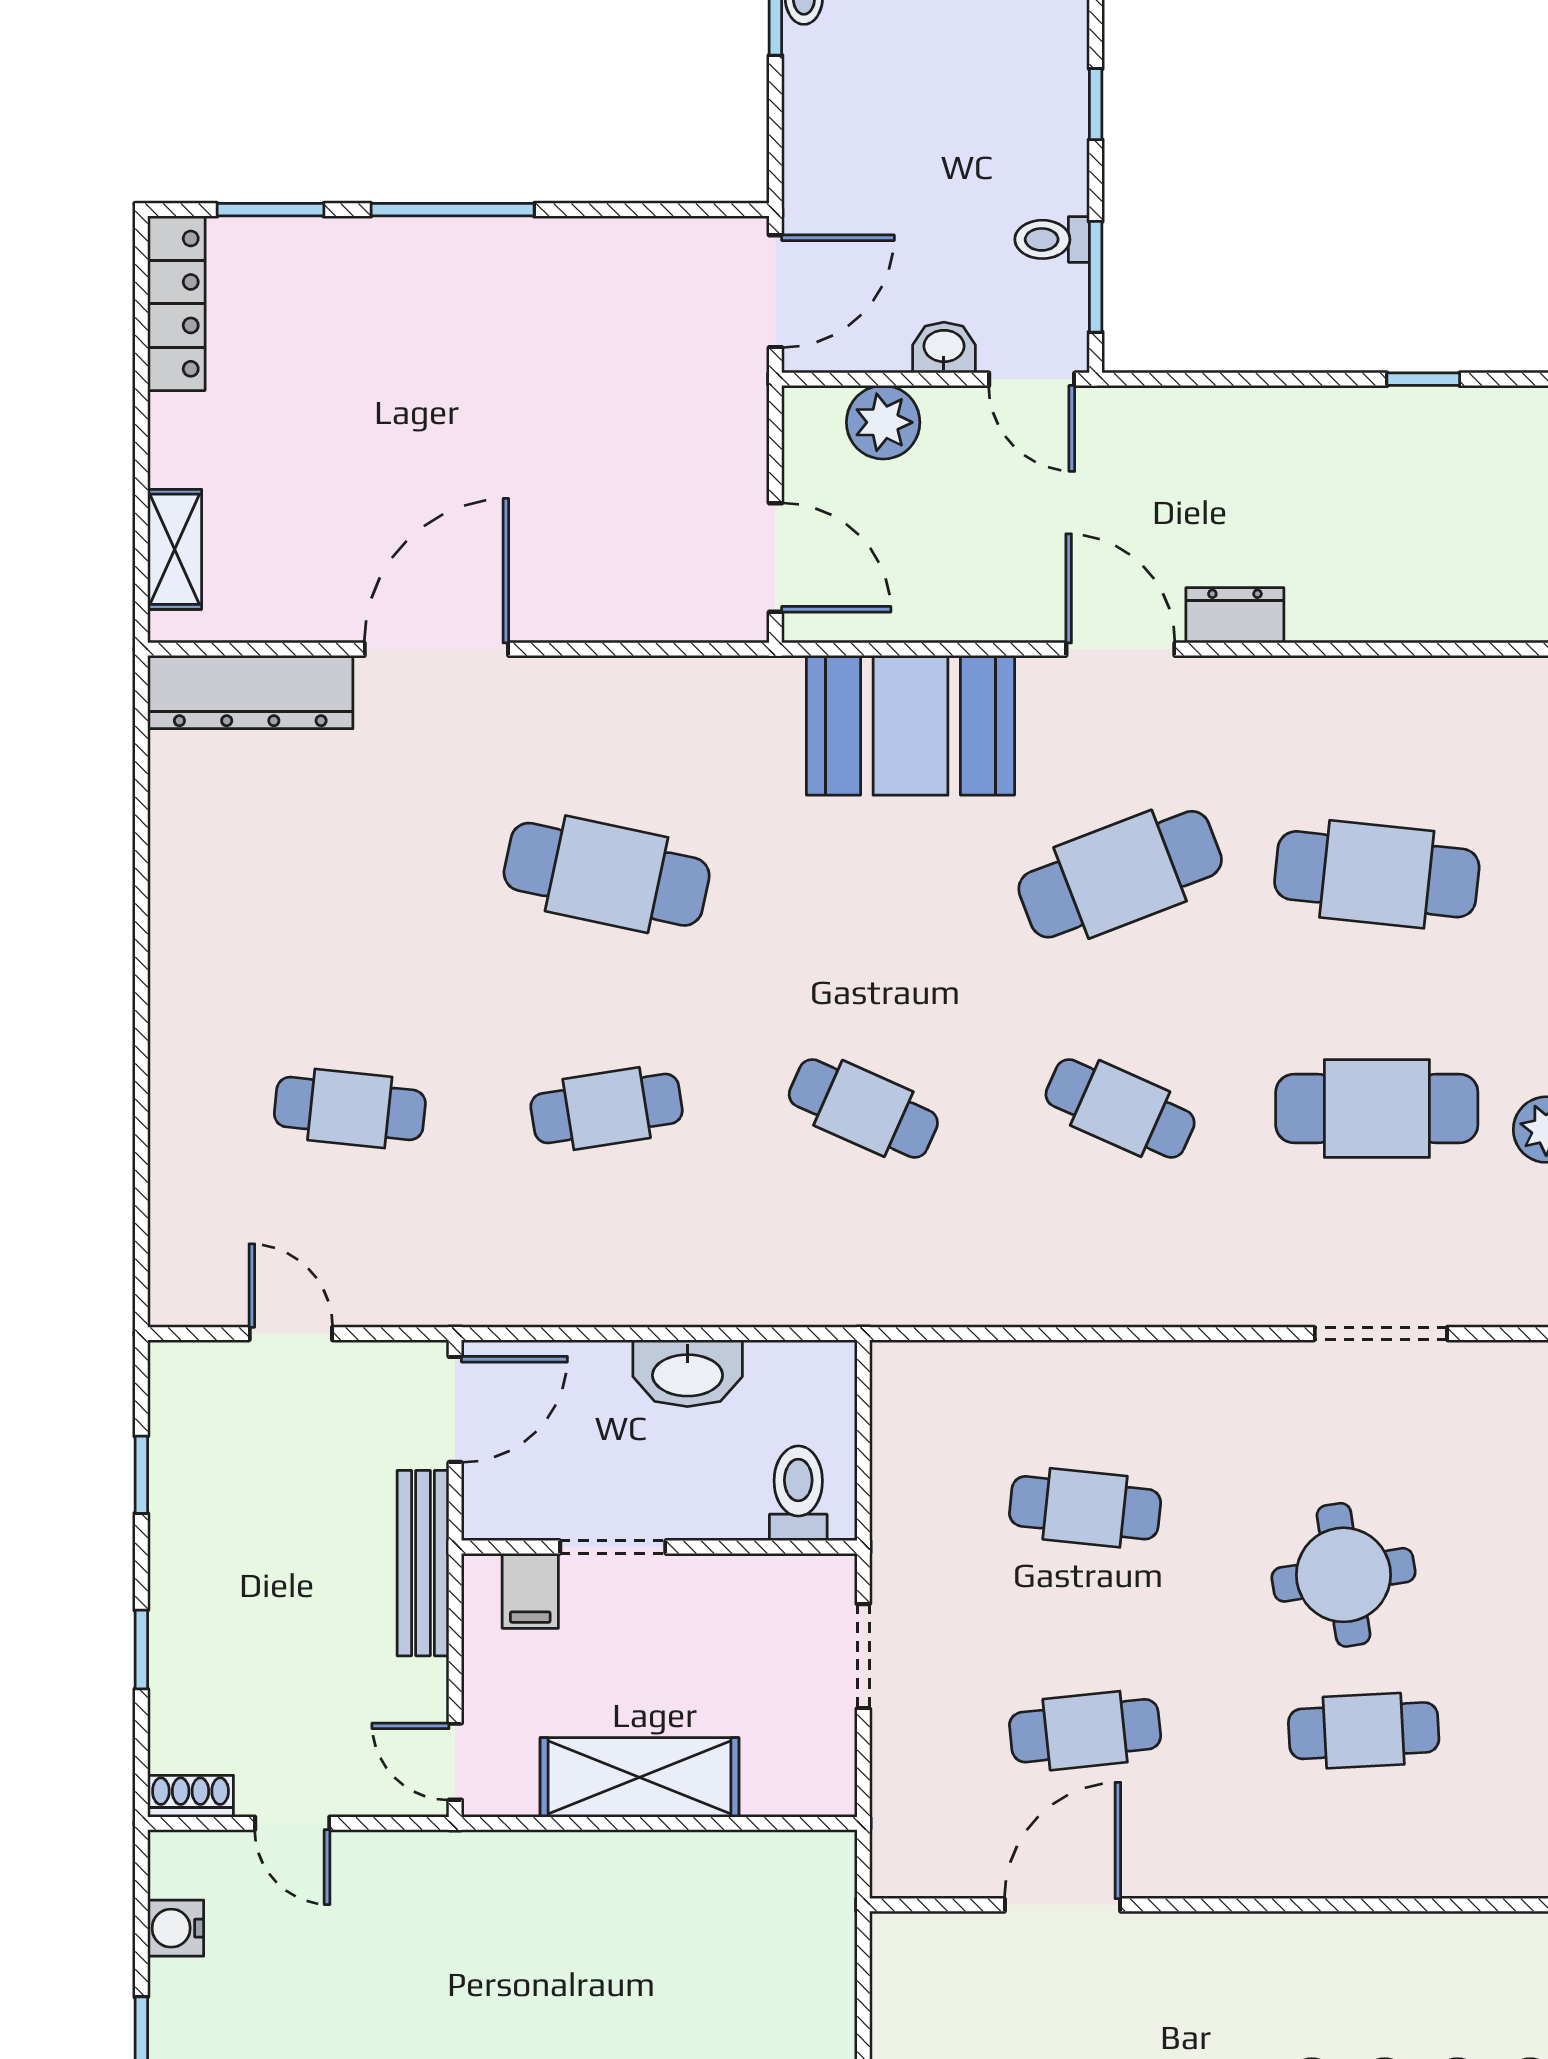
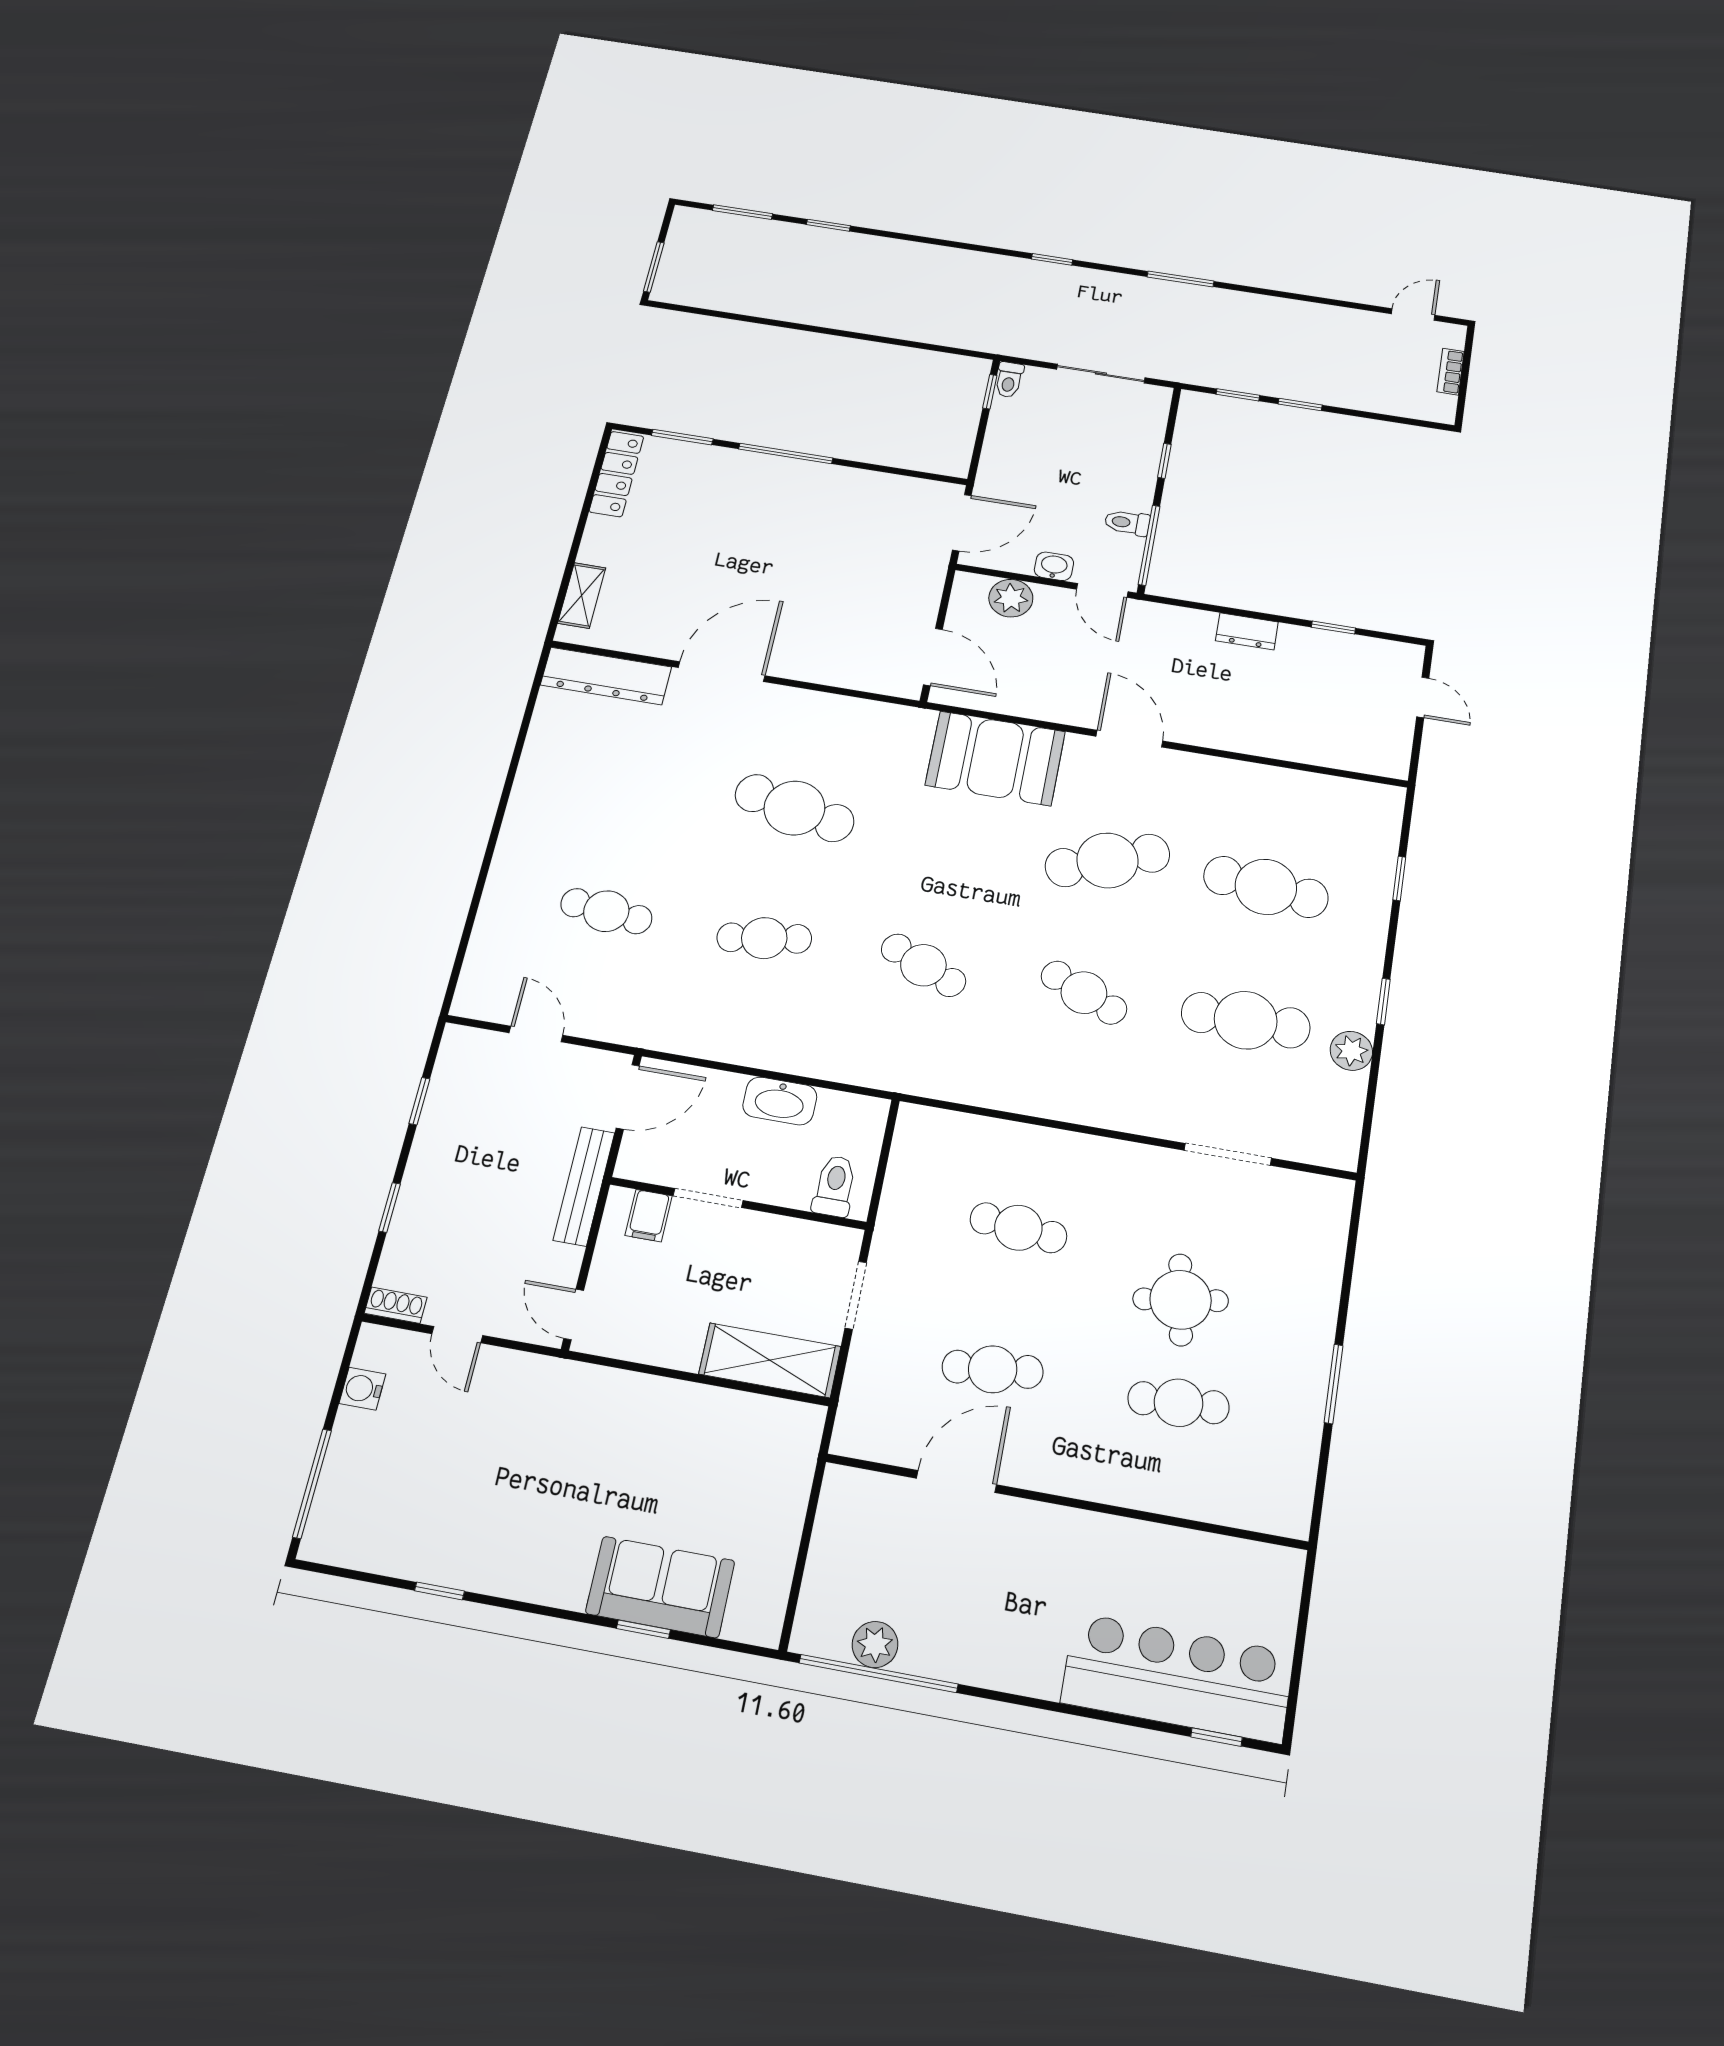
window: (1096, 277) -> (1149, 545), width x1.44
dresser: (1235, 615) -> (1247, 631), moved, turned 180
shelving: (639, 1777) -> (770, 1360), moved

